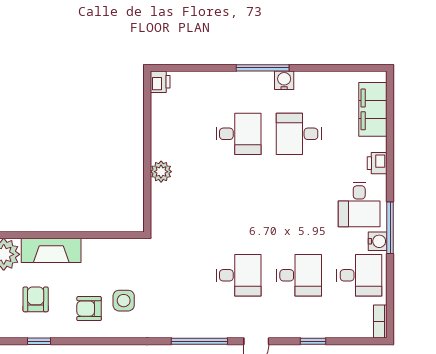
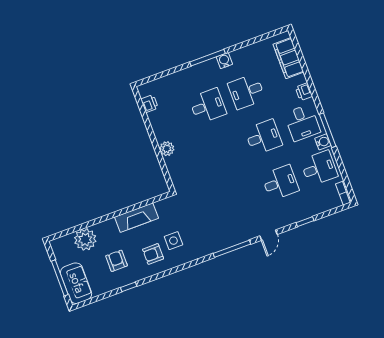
printer: (160, 82) -> (150, 104), moved
fireplace: (51, 250) -> (136, 218), moved
desk: (238, 275) -> (263, 137), moved

